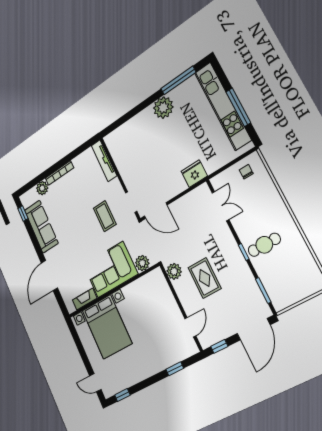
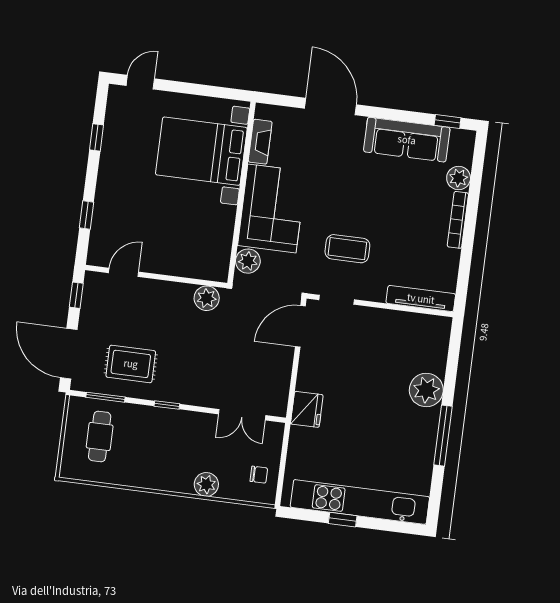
window: (178, 80) -> (443, 436), moved
window: (238, 107) -> (343, 520), width x0.46
plant: (163, 108) -> (426, 390), moved
plant: (272, 197) -> (206, 484), added
cafe table: (264, 245) -> (100, 436), moved
rug: (205, 278) -> (131, 364), moved
door: (190, 327) -> (124, 272), swing flipped
window: (122, 395) -> (96, 137), moved

